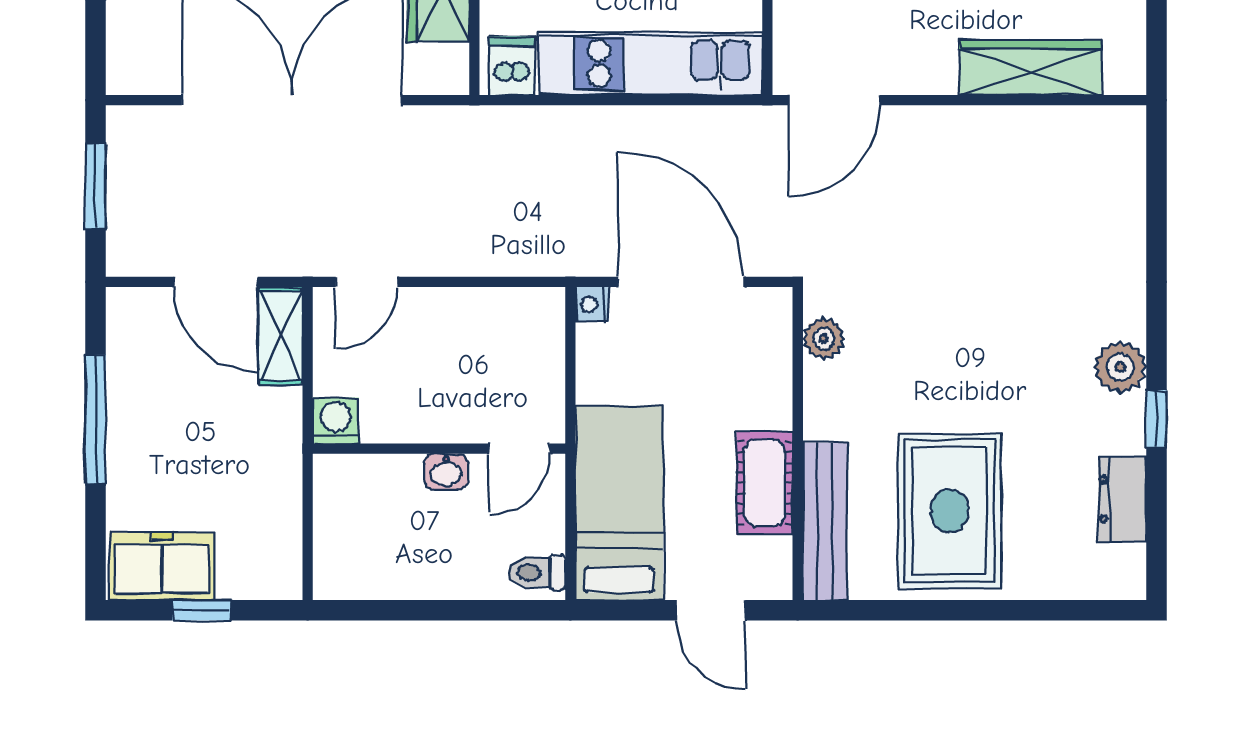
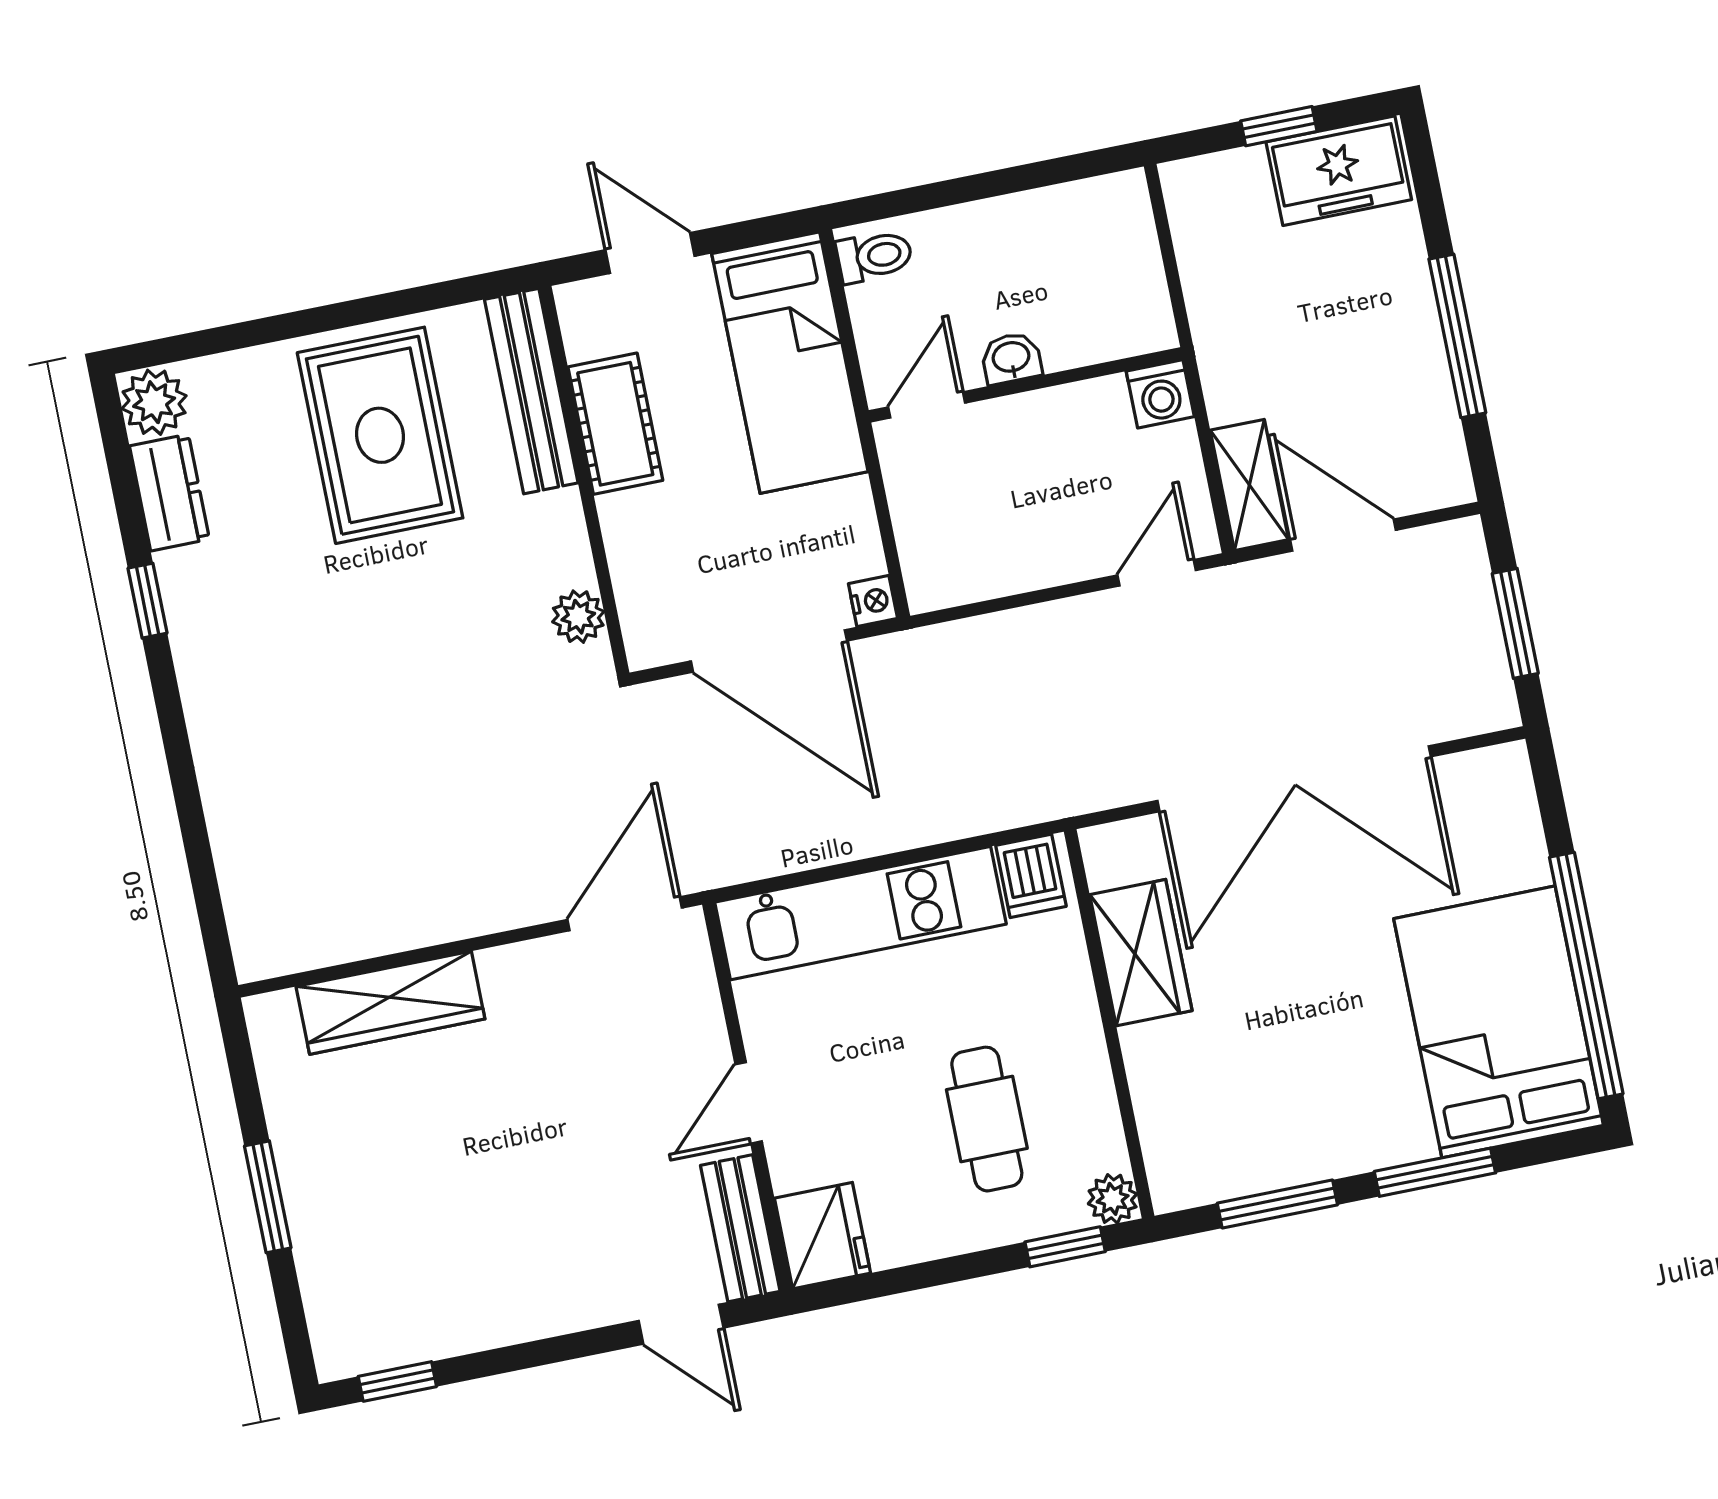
plant: (1120, 367) -> (154, 402), moved

